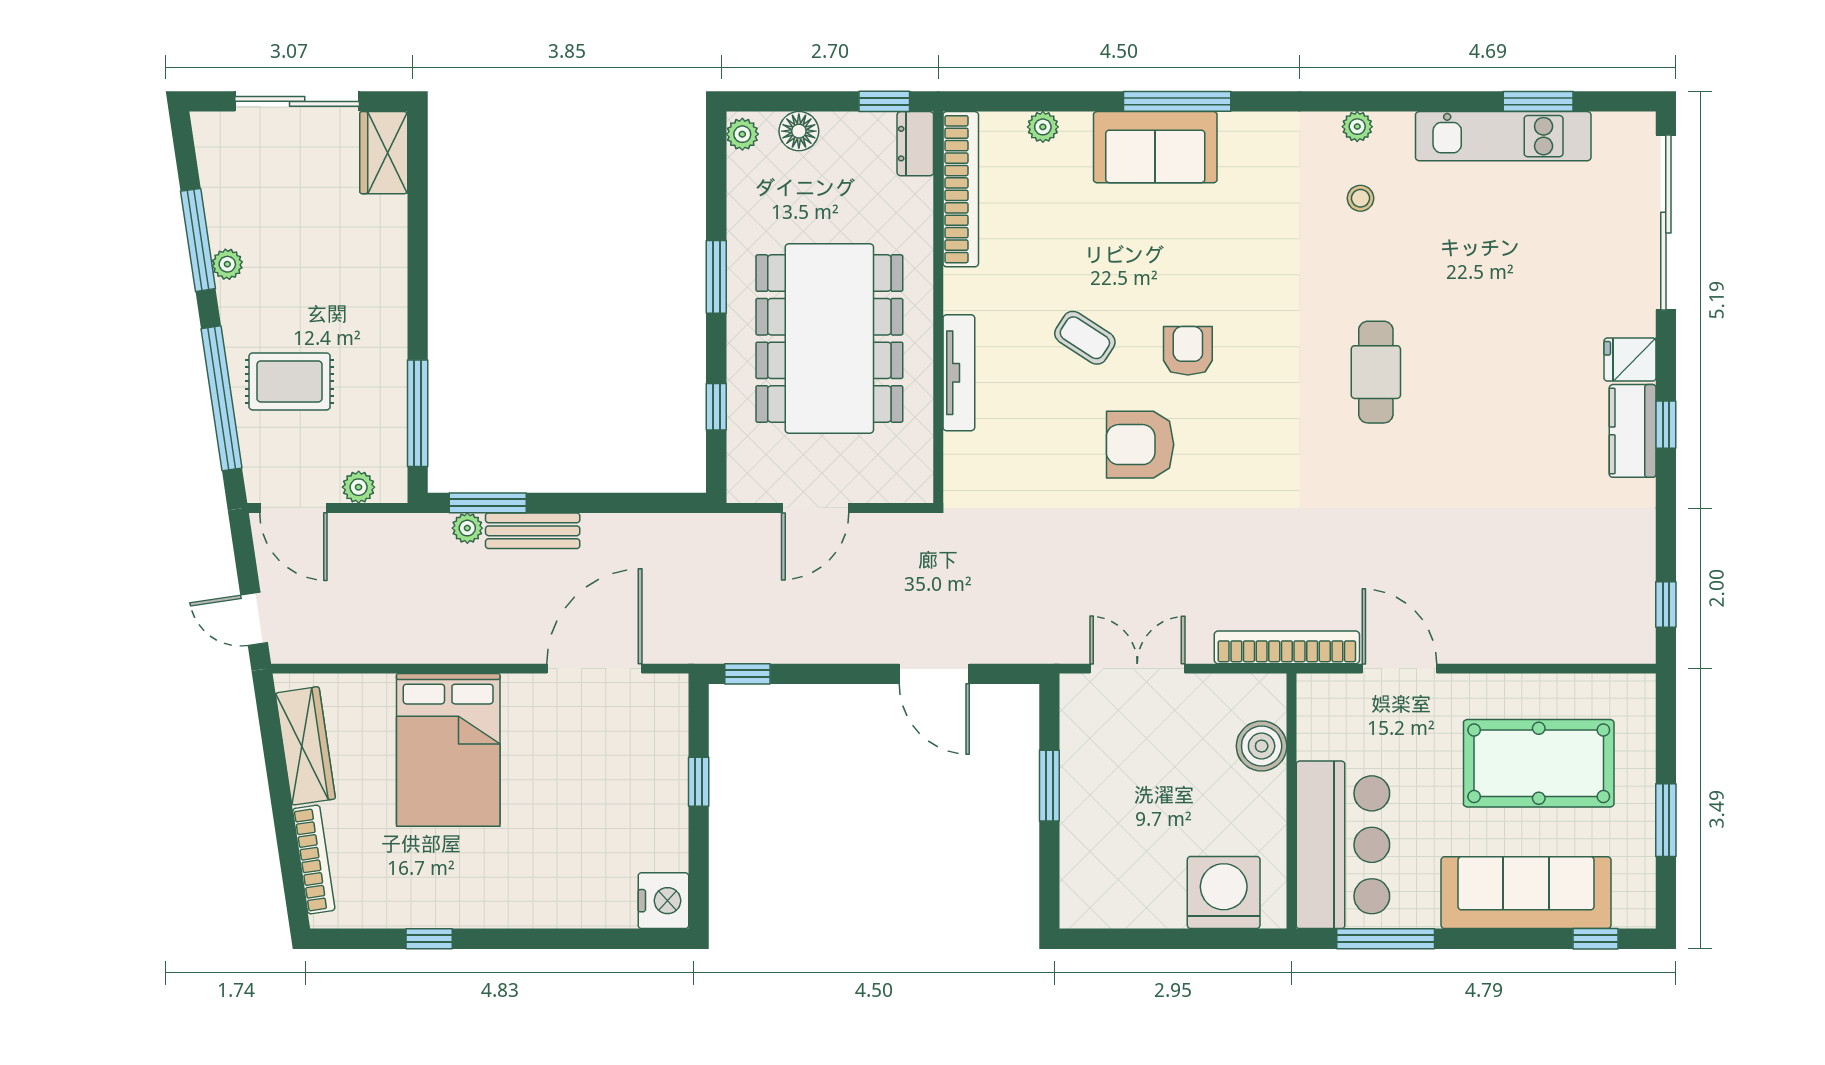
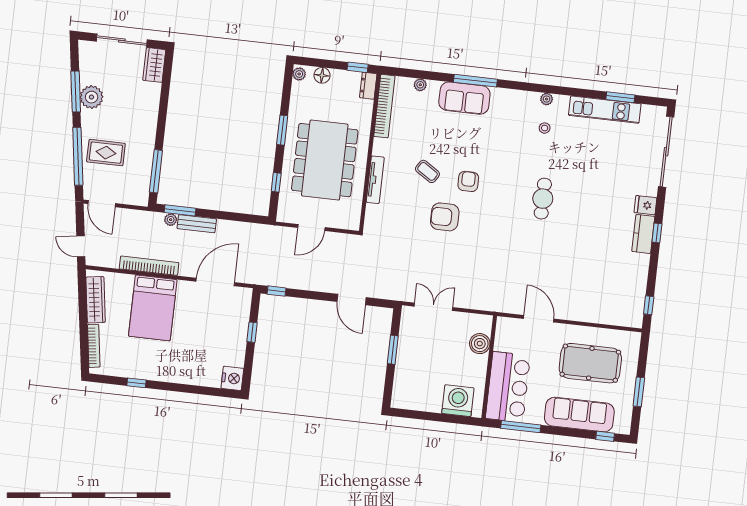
plant: (227, 264) -> (92, 97), width x1.88, depth x1.88
plant: (359, 487) -> (129, 198), removed
bookcase: (1287, 647) -> (149, 266), moved

